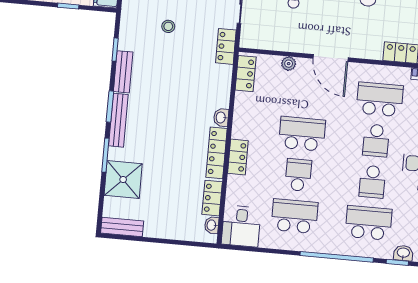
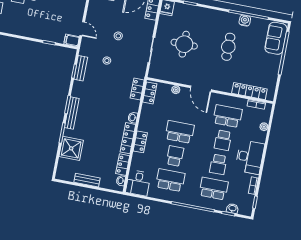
locker: (226, 46) -> (137, 89), moved
bench: (123, 72) -> (81, 68), moved
bench: (122, 227) -> (87, 180), moved

